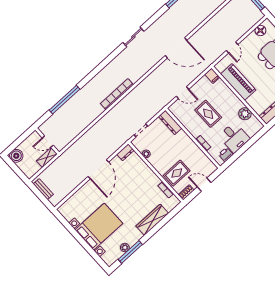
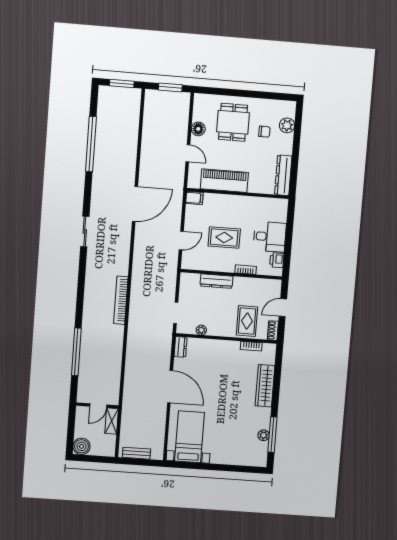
floor lamp: (260, 30) -> (198, 129), moved
plant: (245, 114) -> (259, 205), removed
dresser: (170, 122) -> (216, 281), moved
bed with nightstands: (99, 227) -> (190, 437), moved, width x0.73

